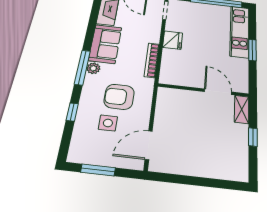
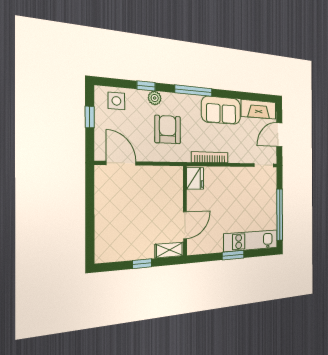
fridge: (173, 40) -> (195, 178), moved, turned -90
plant: (93, 68) -> (155, 98), moved
side table: (108, 123) -> (116, 101), moved
window: (98, 170) -> (90, 117), width x0.67

